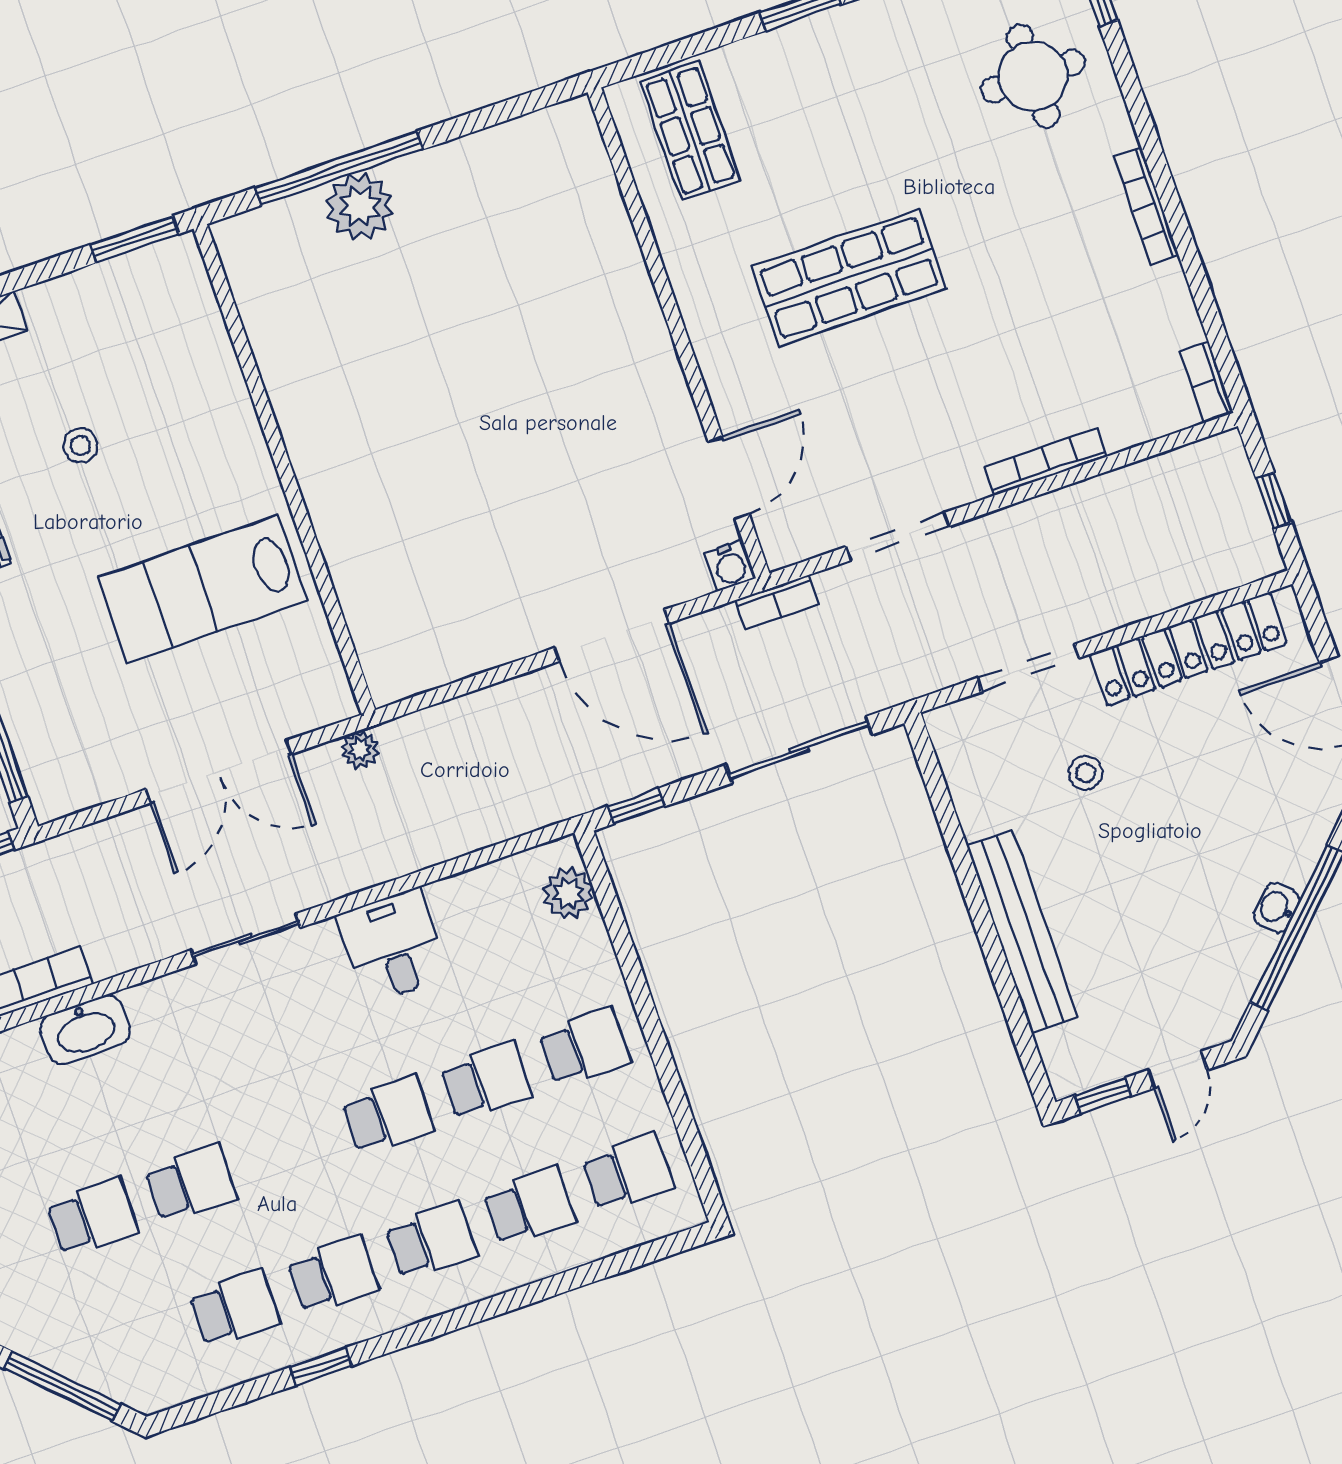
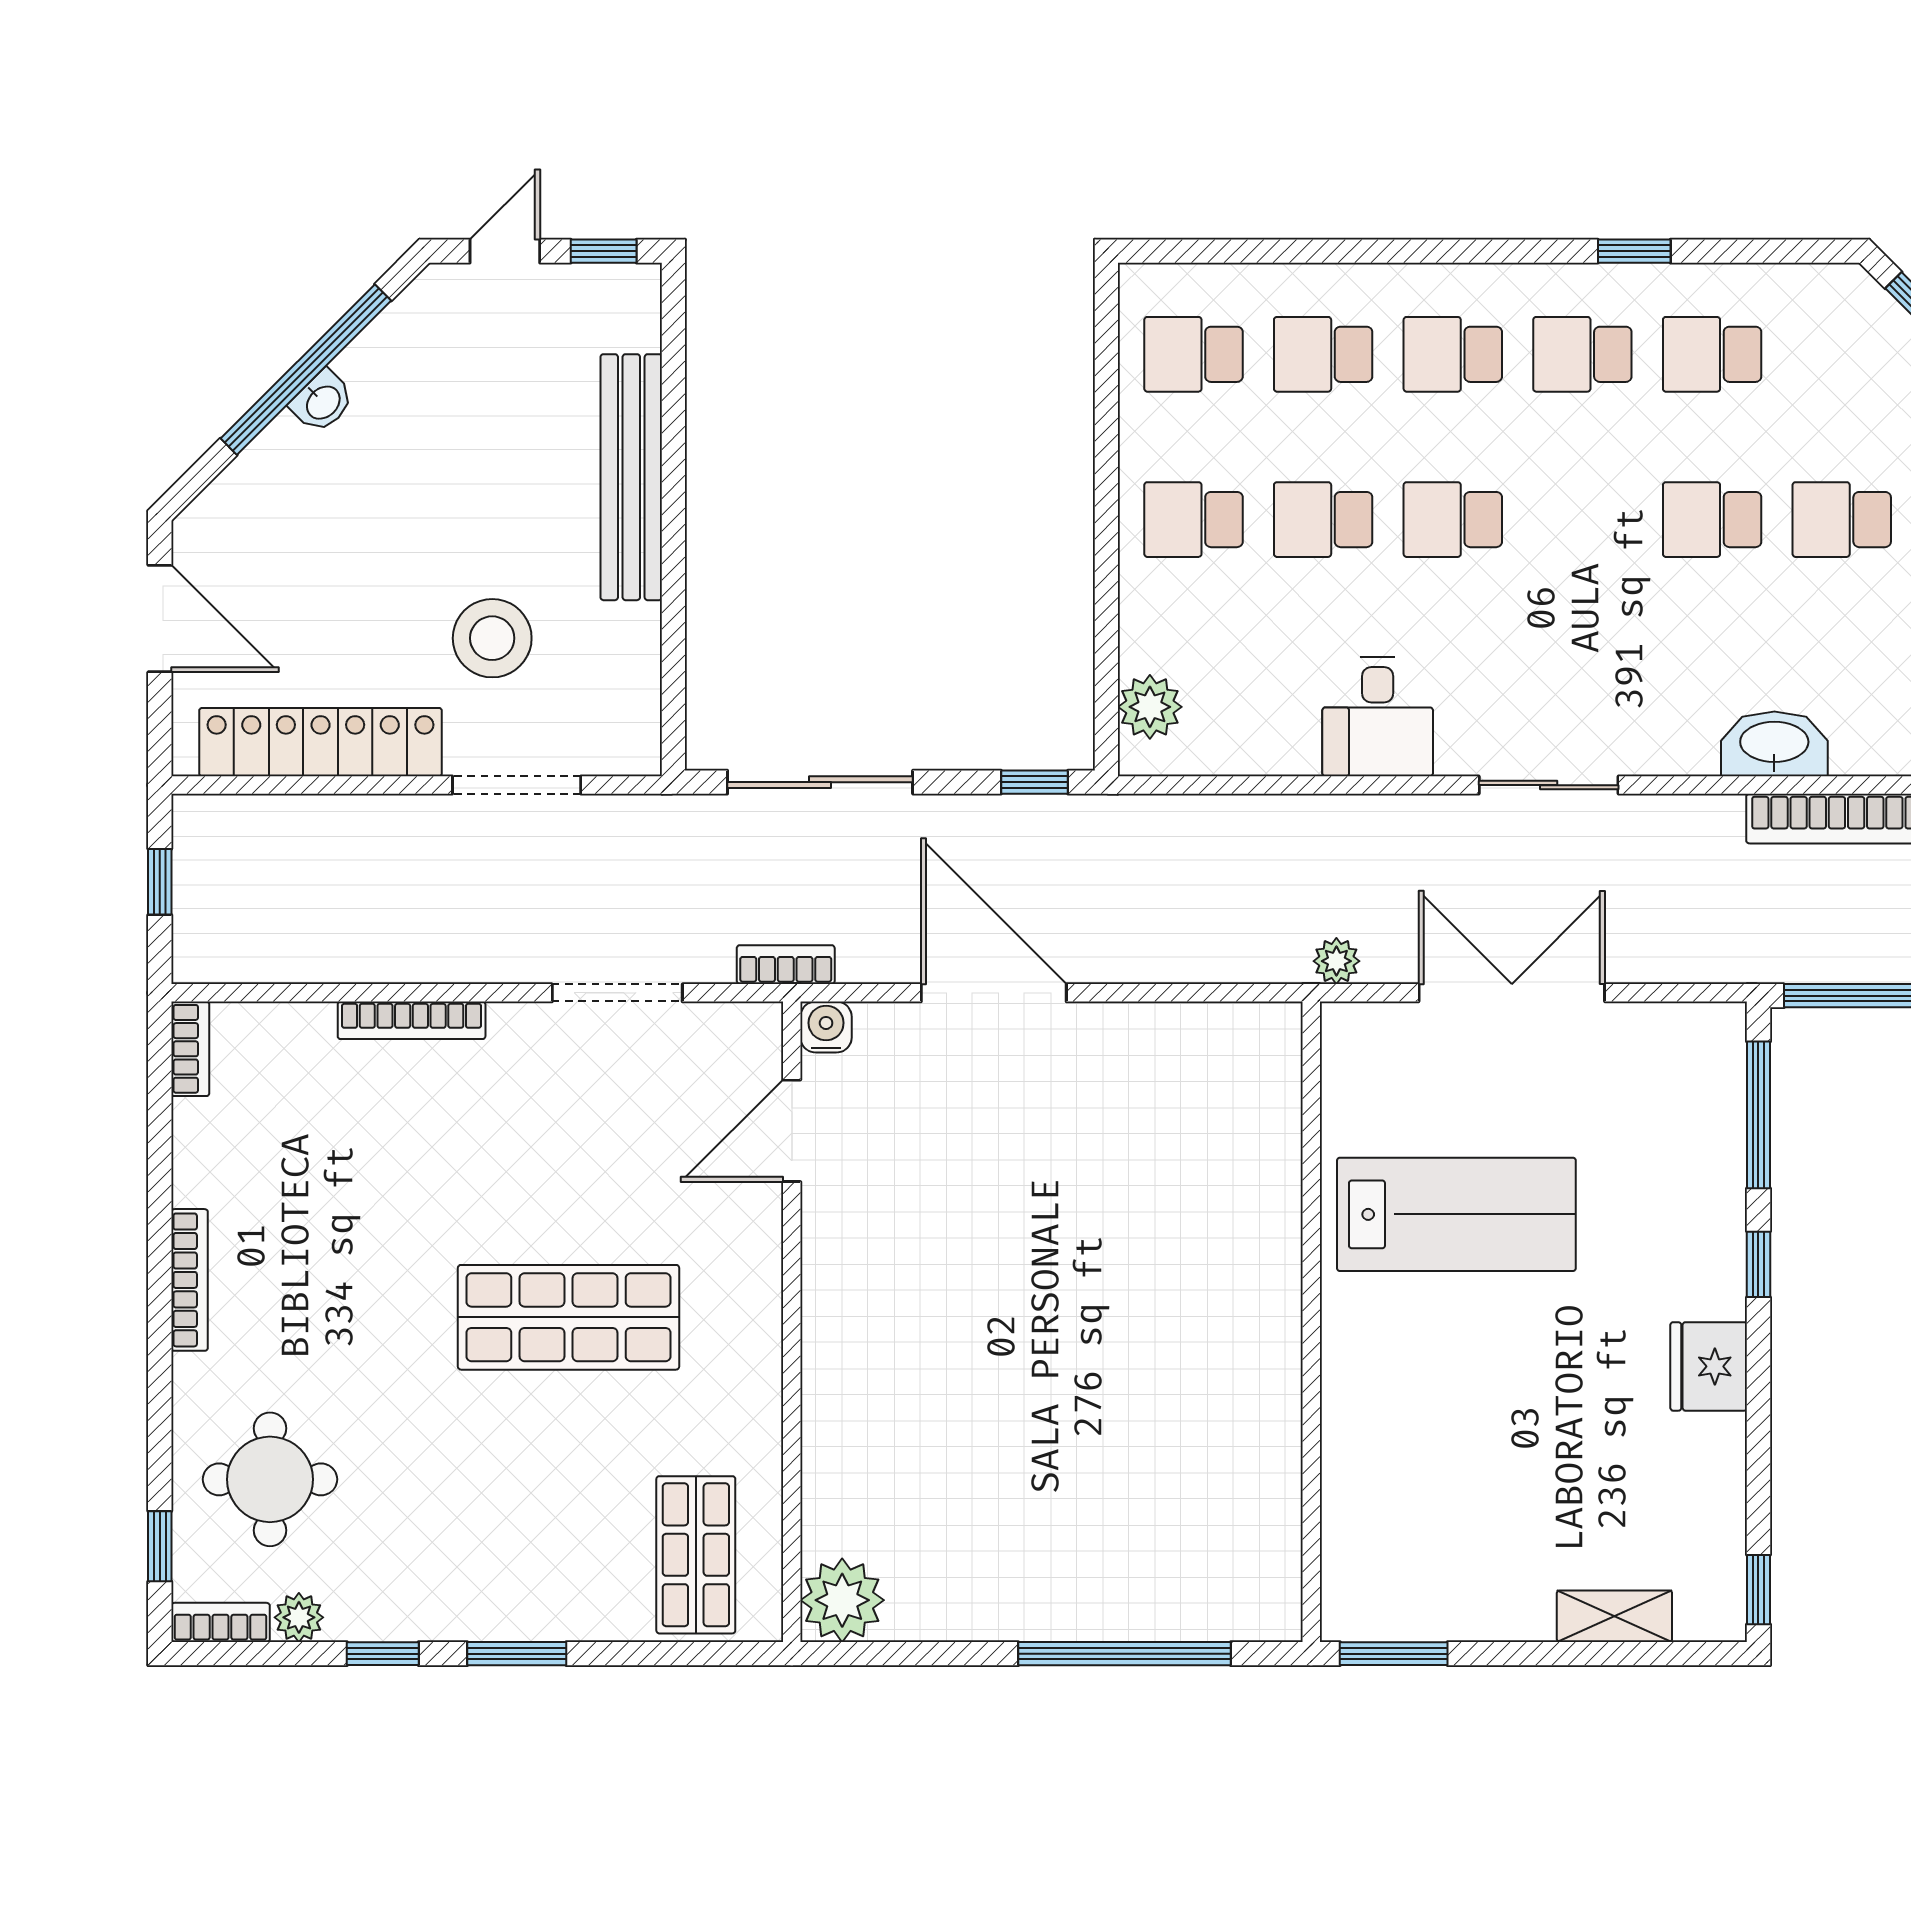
plant: (360, 207) -> (842, 1600), moved
stool: (80, 445) -> (1541, 1433), removed
stool: (1085, 773) -> (492, 638), width x1.89, depth x1.89

